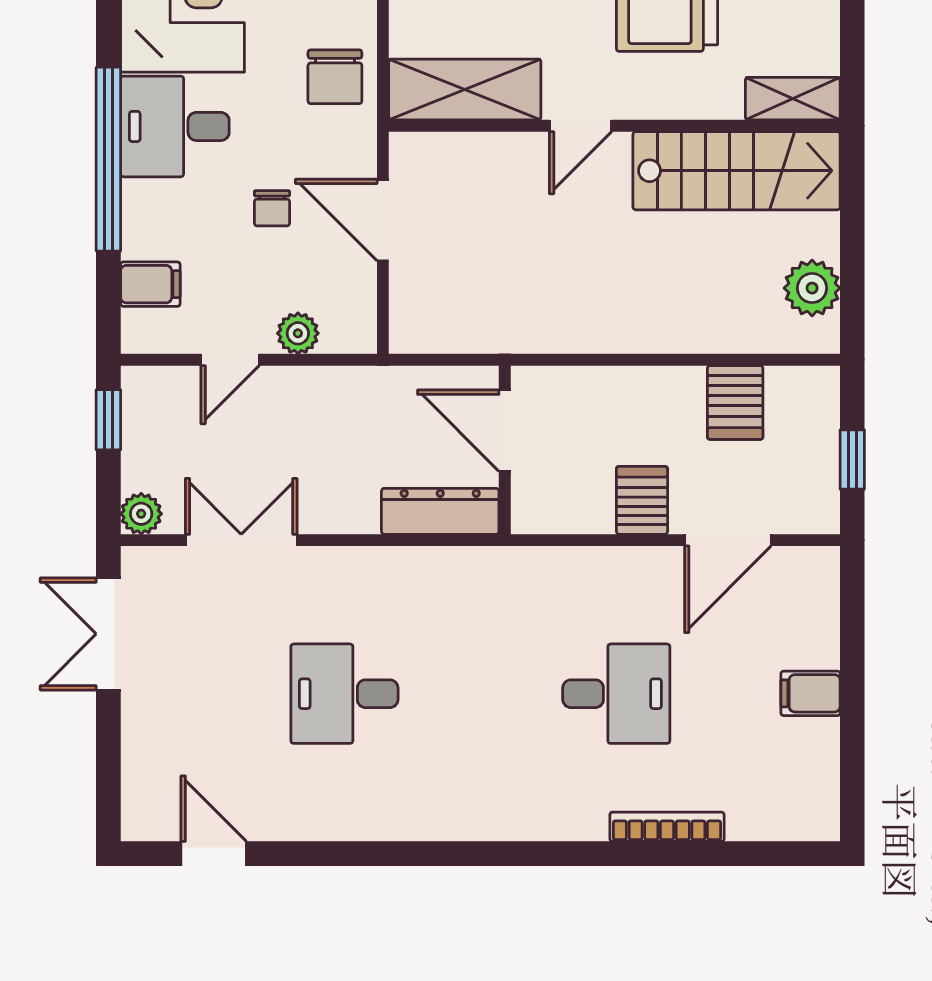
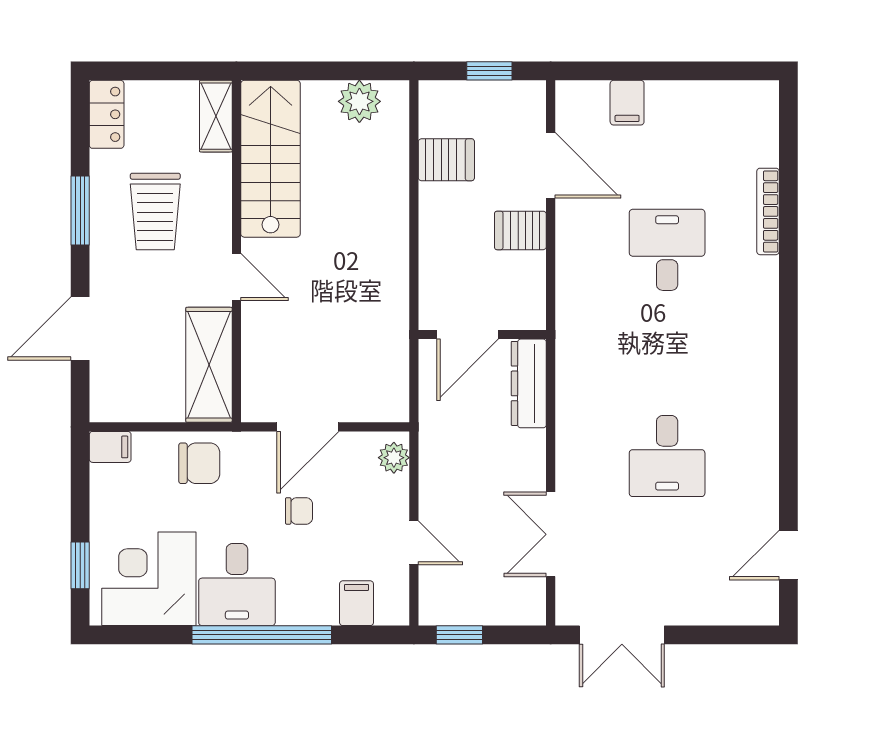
plant: (298, 333) -> (394, 458), moved
plant: (141, 514) -> (531, 610), removed
filing cabinet: (810, 693) -> (627, 103), moved

